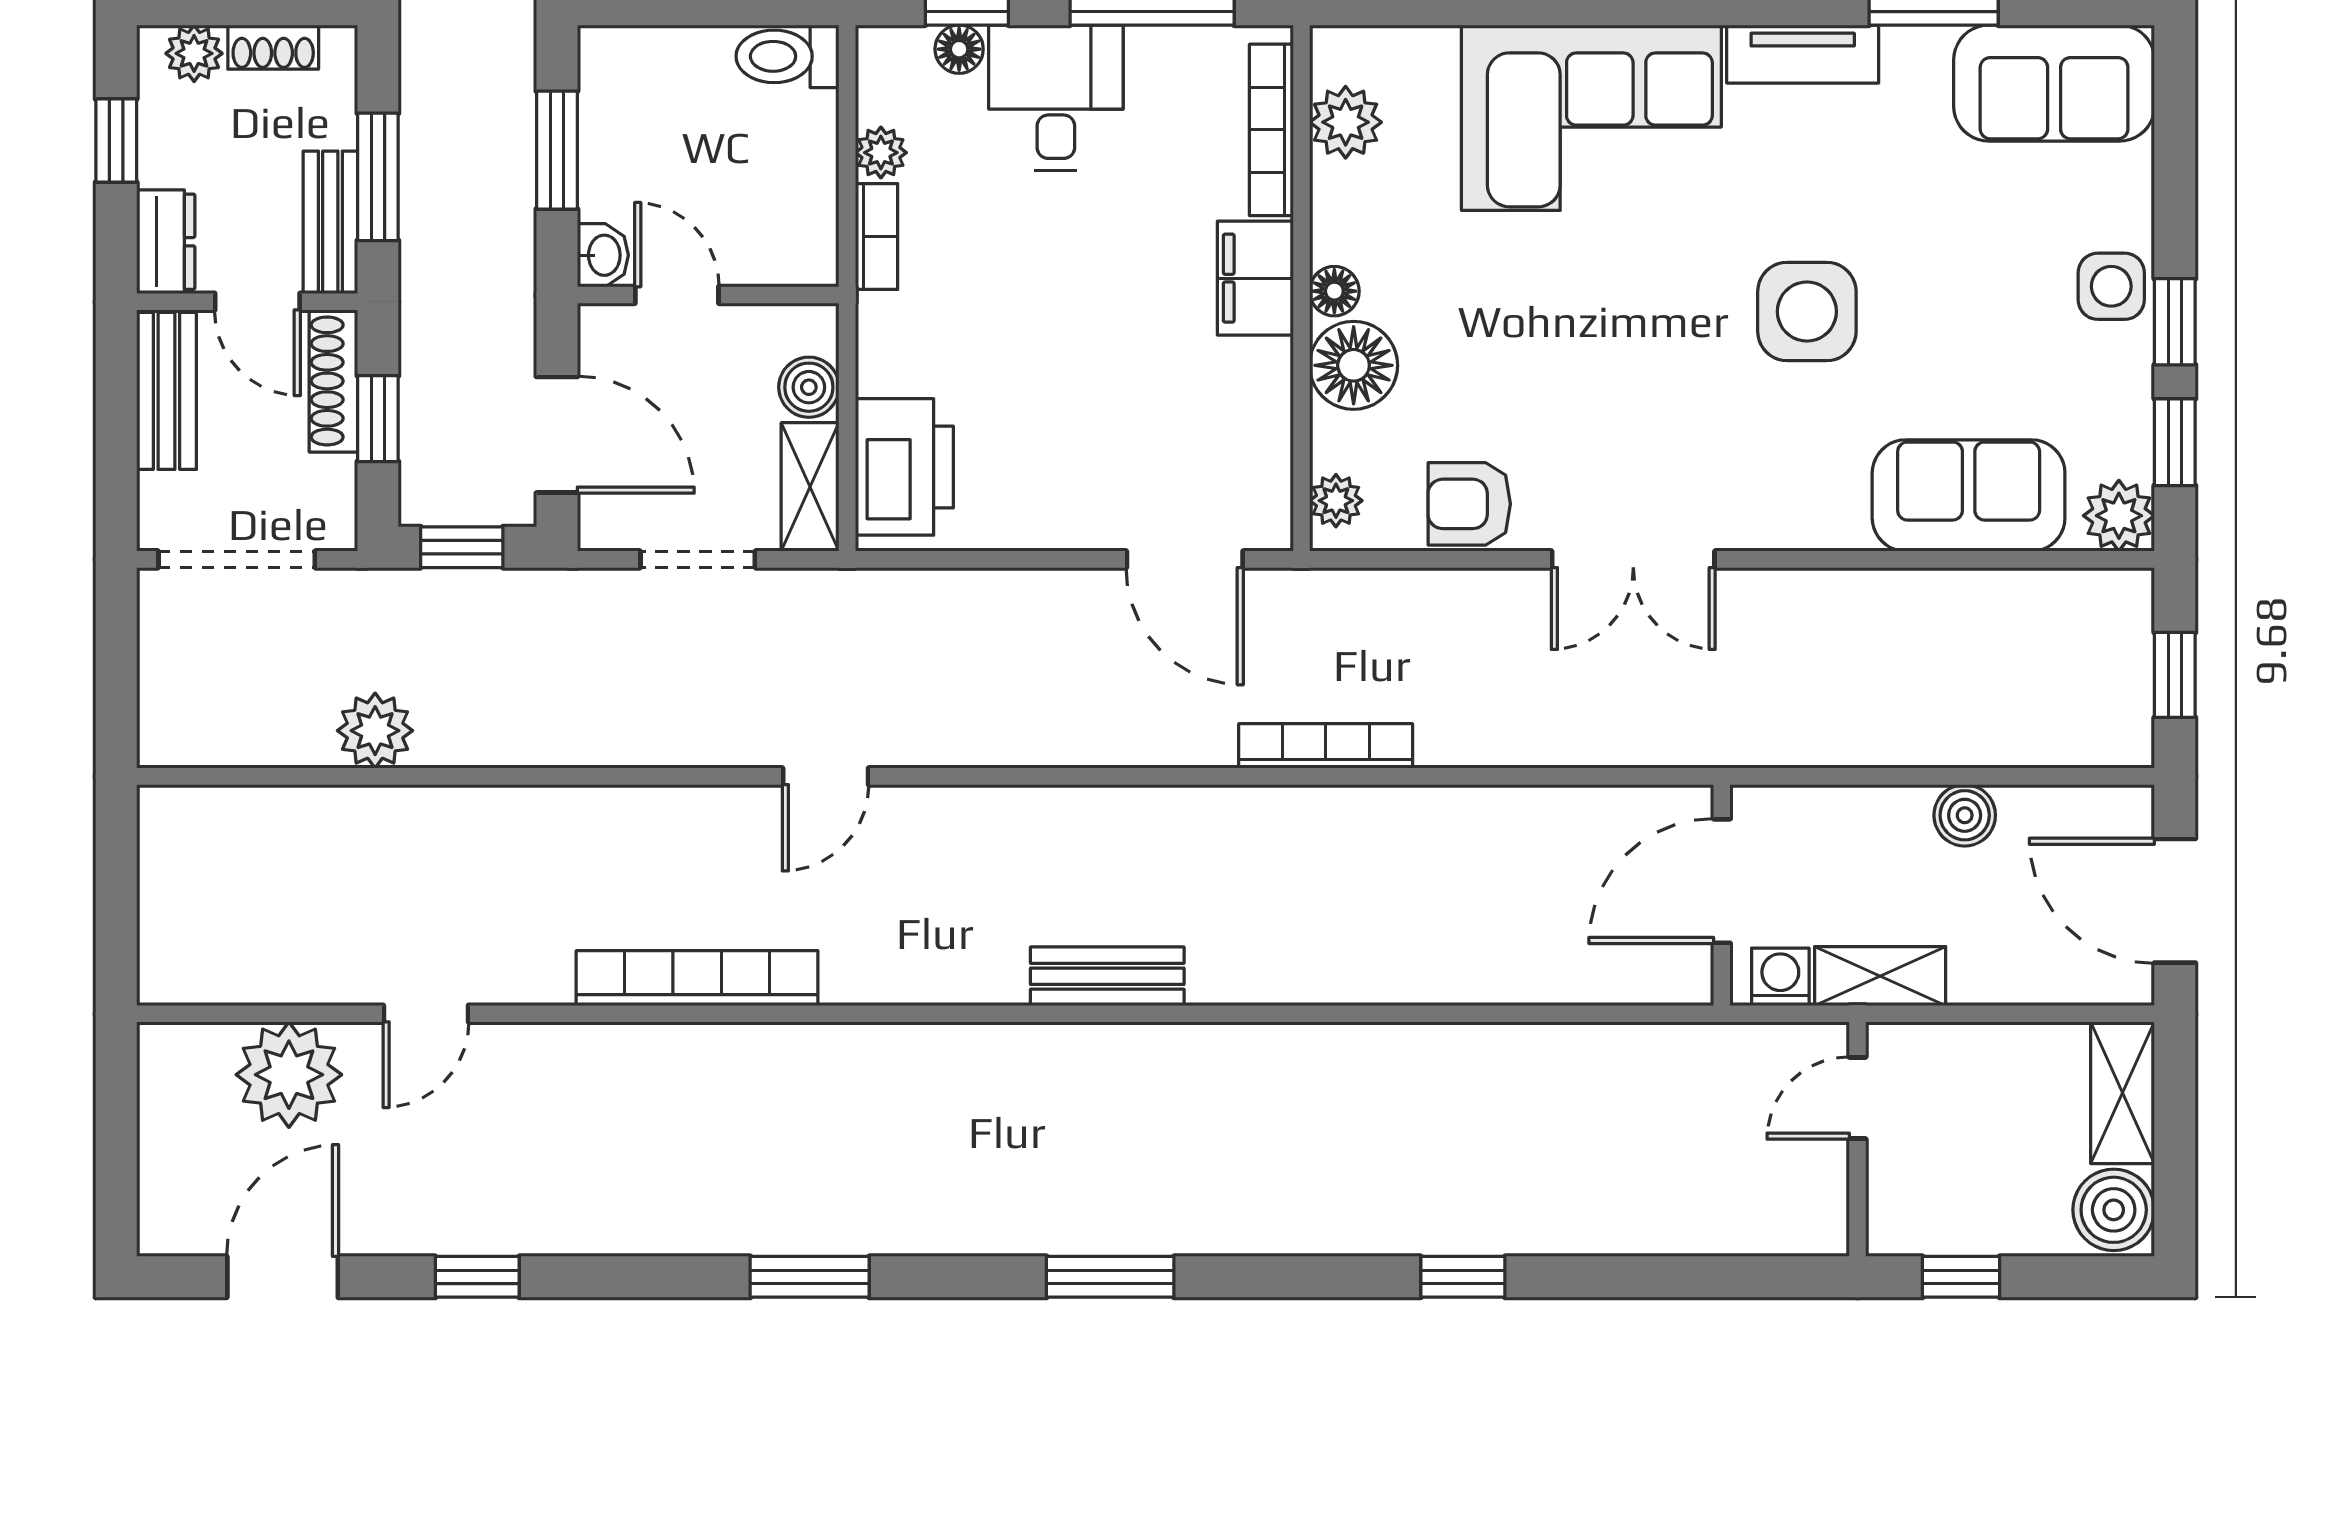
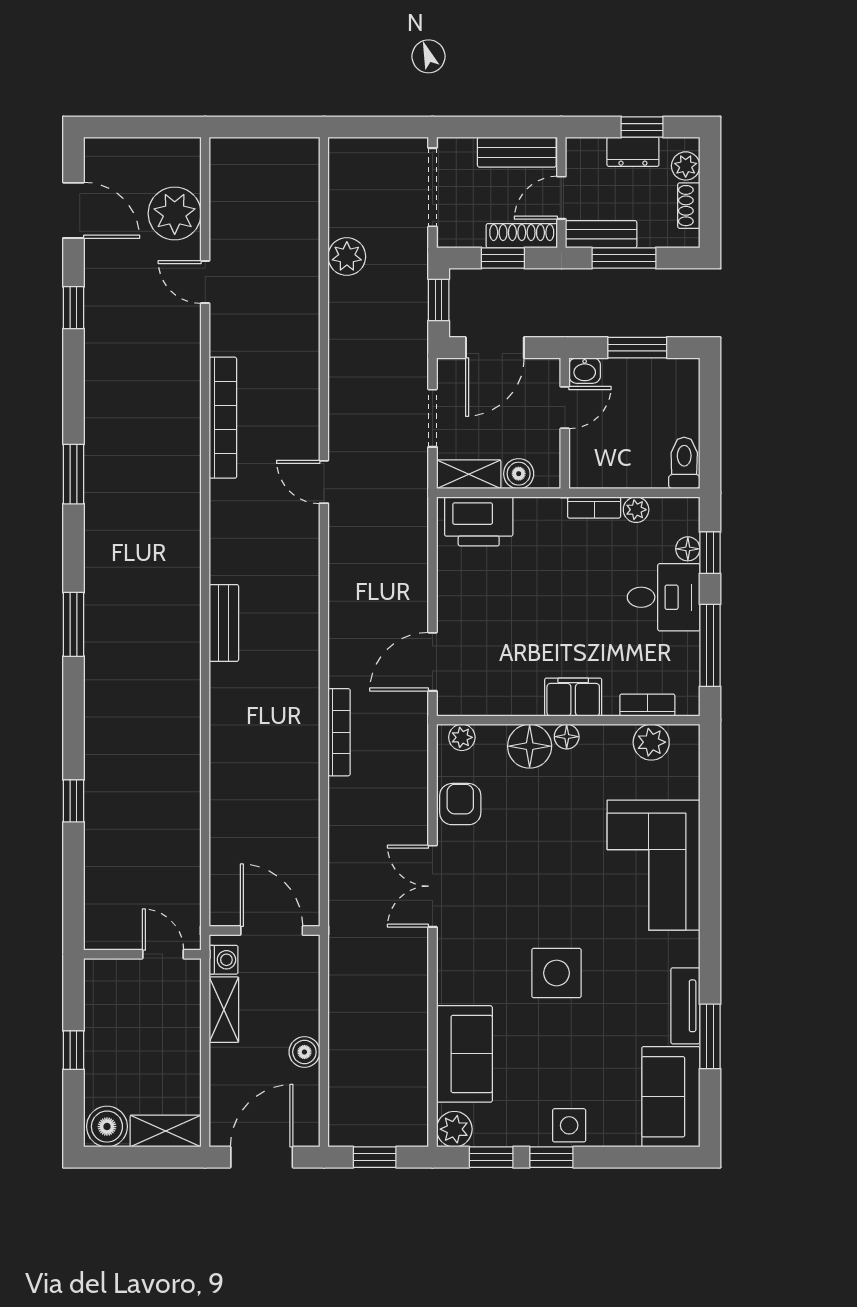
tv unit: (1803, 54) -> (685, 1006), moved
bookcase: (1271, 130) -> (647, 705), width x0.64
dresser: (166, 242) -> (633, 152), moved
door: (1857, 1098) -> (163, 954), moved
wall: (1857, 1139) -> (142, 954), moved

